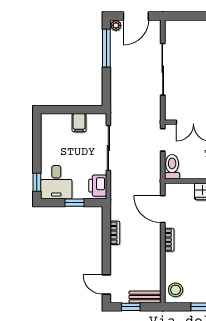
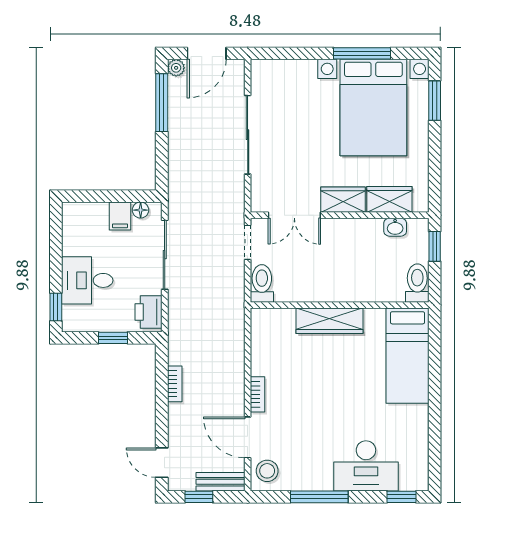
floor lamp: (92, 119) -> (141, 210), added
desk: (56, 182) -> (87, 280), moved, turned 90
door: (163, 209) -> (248, 437), moved

